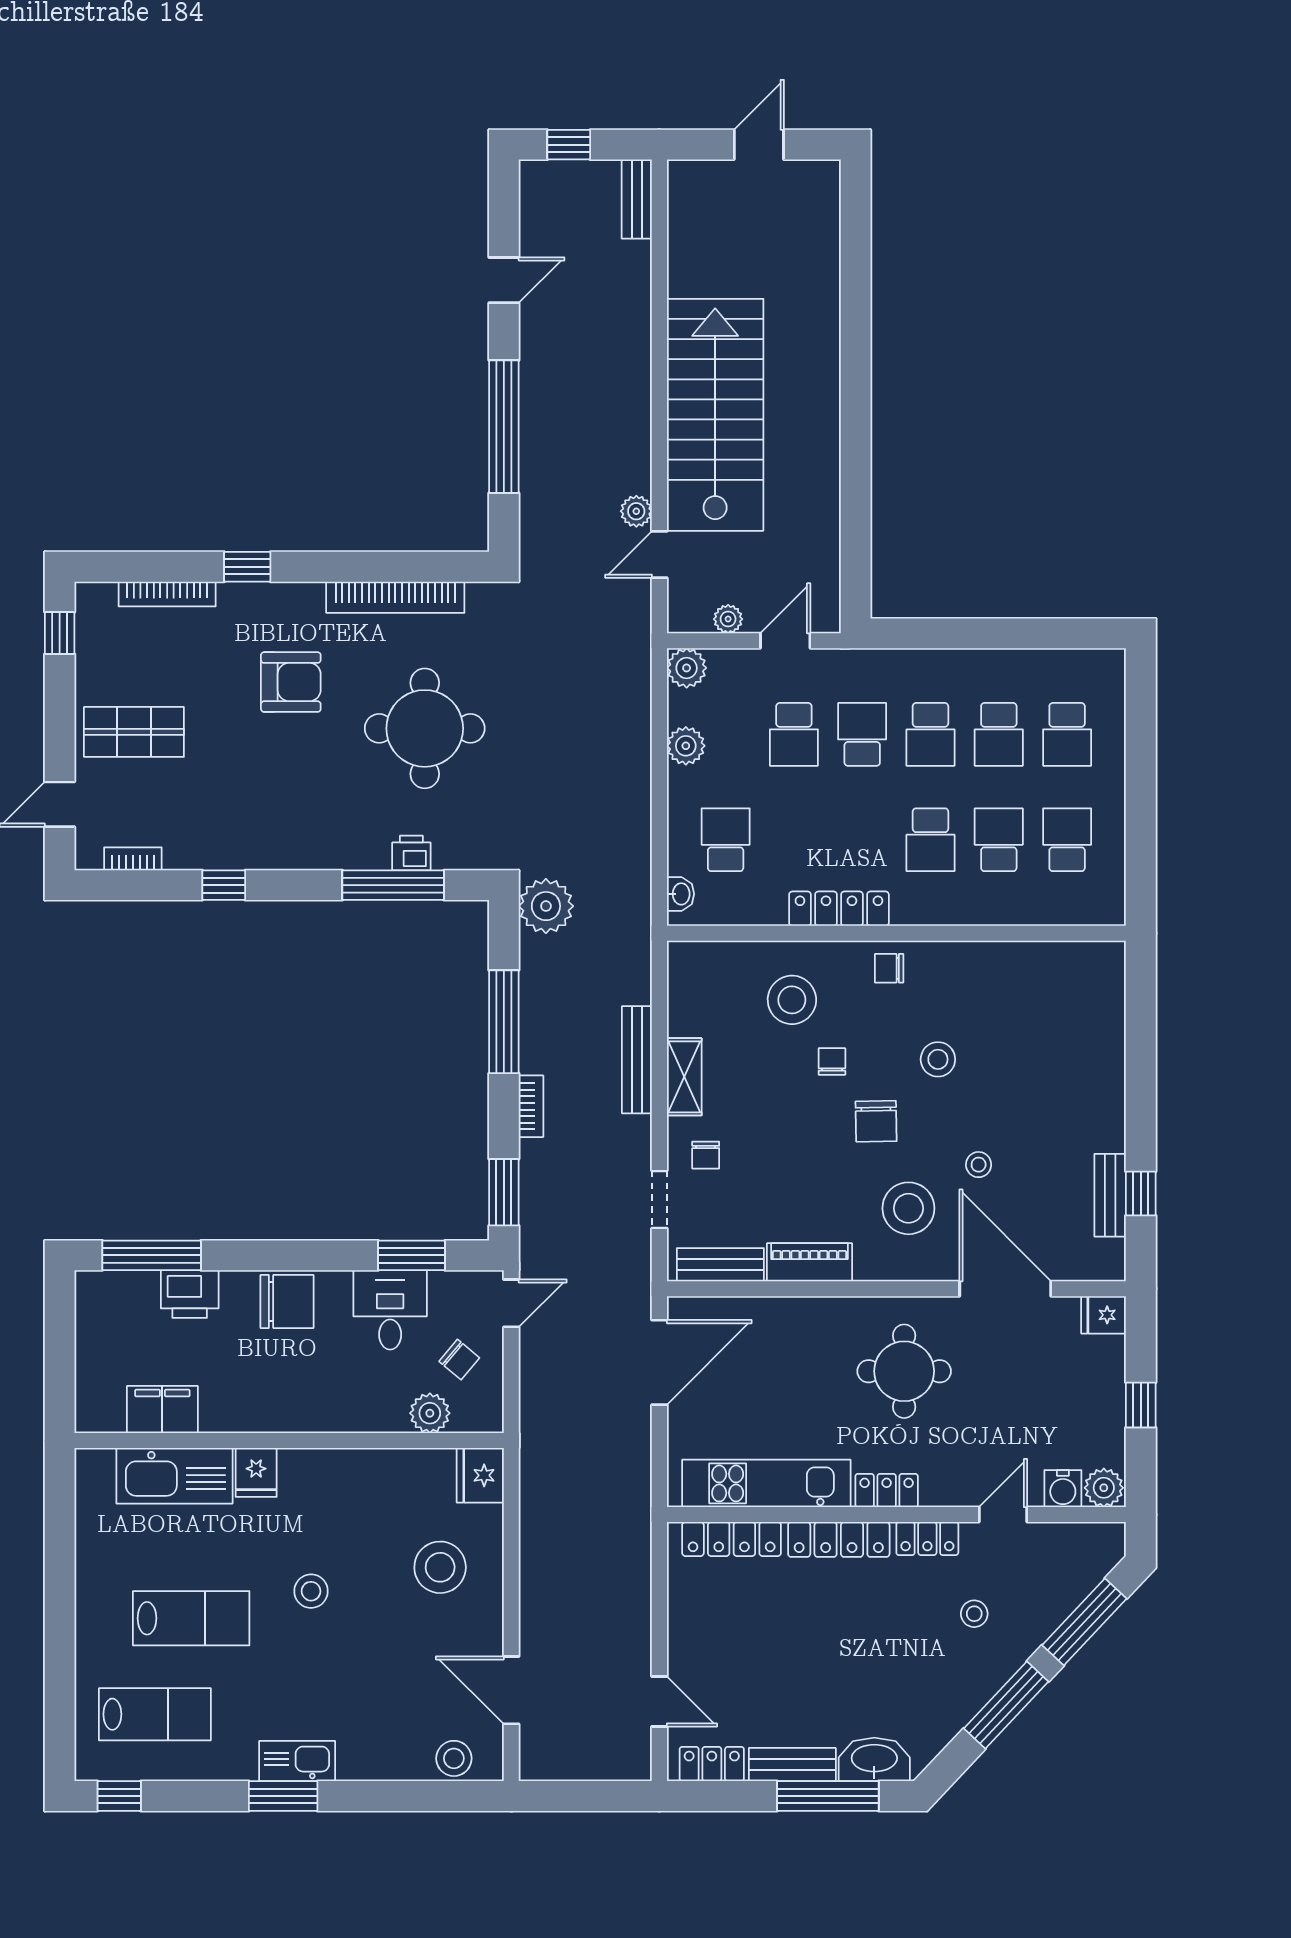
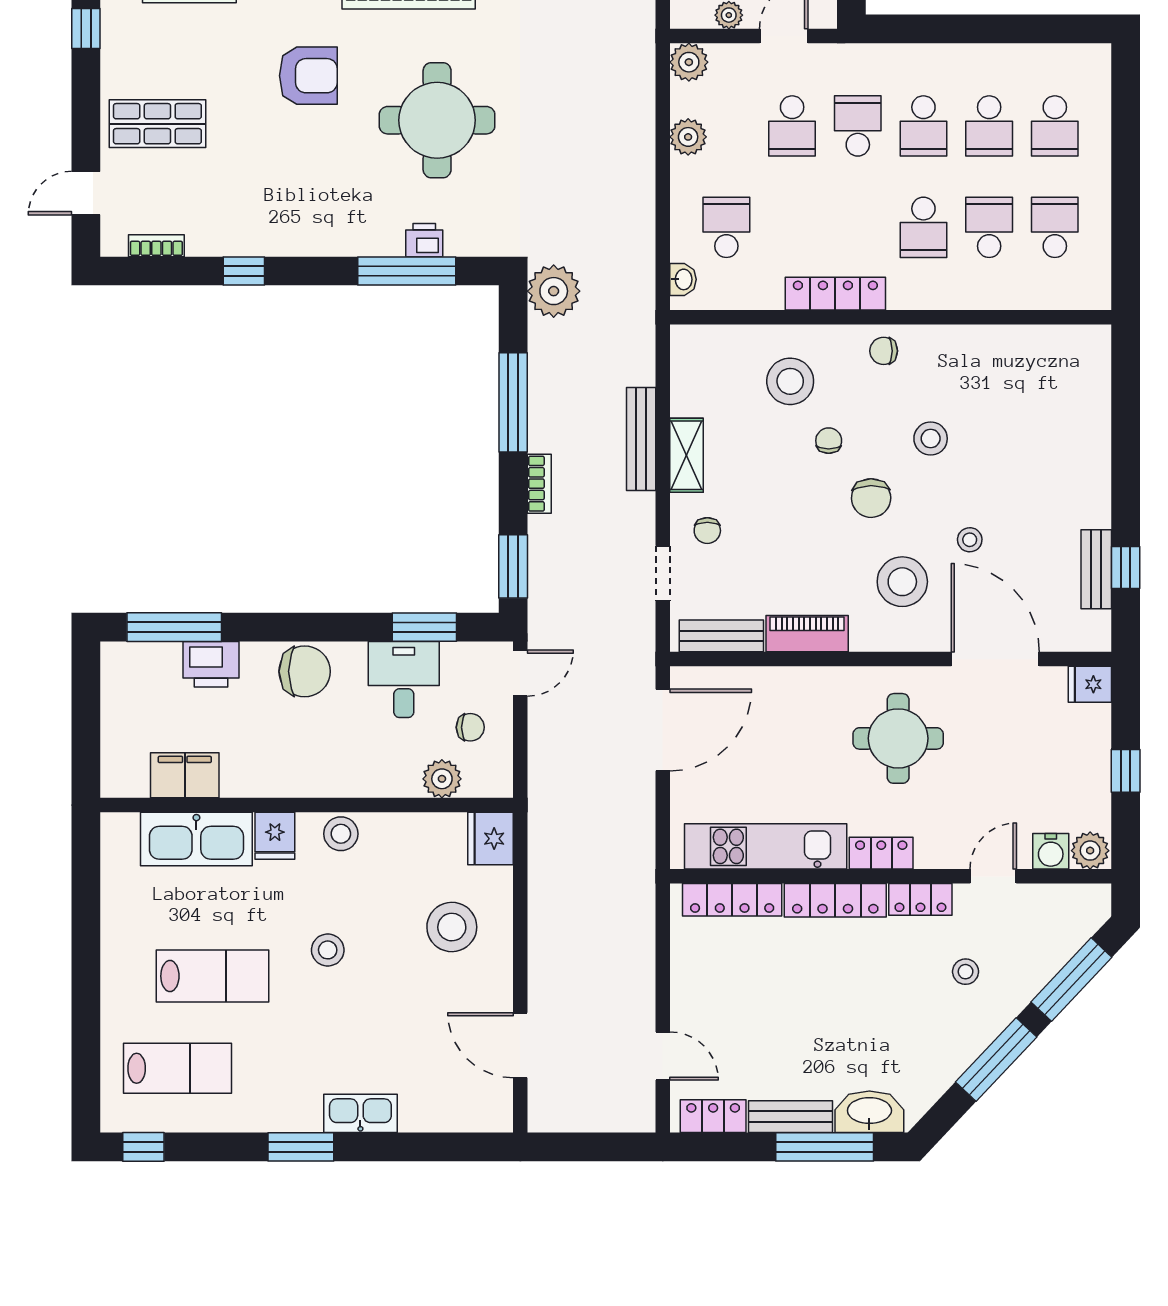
chair: (459, 1360) -> (470, 727), turned -40
stool: (454, 1758) -> (341, 834), moved
kitchen sink: (297, 1761) -> (360, 1113), moved

